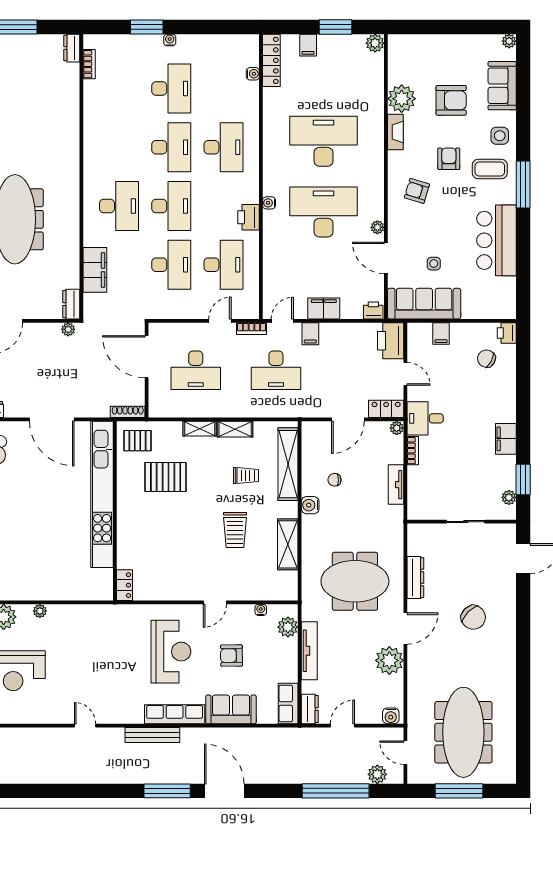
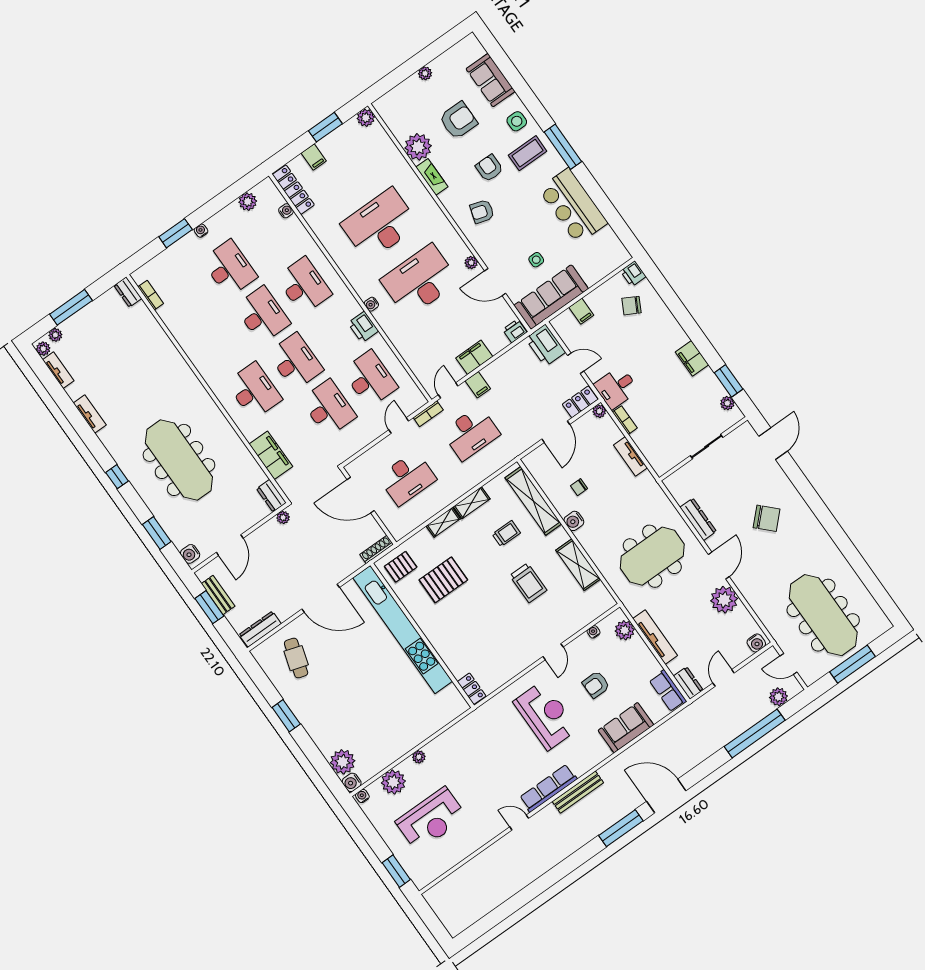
plant: (509, 41) -> (425, 73), moved
plant: (226, 43) -> (248, 202), added
row of seats: (175, 714) -> (548, 788), moved

